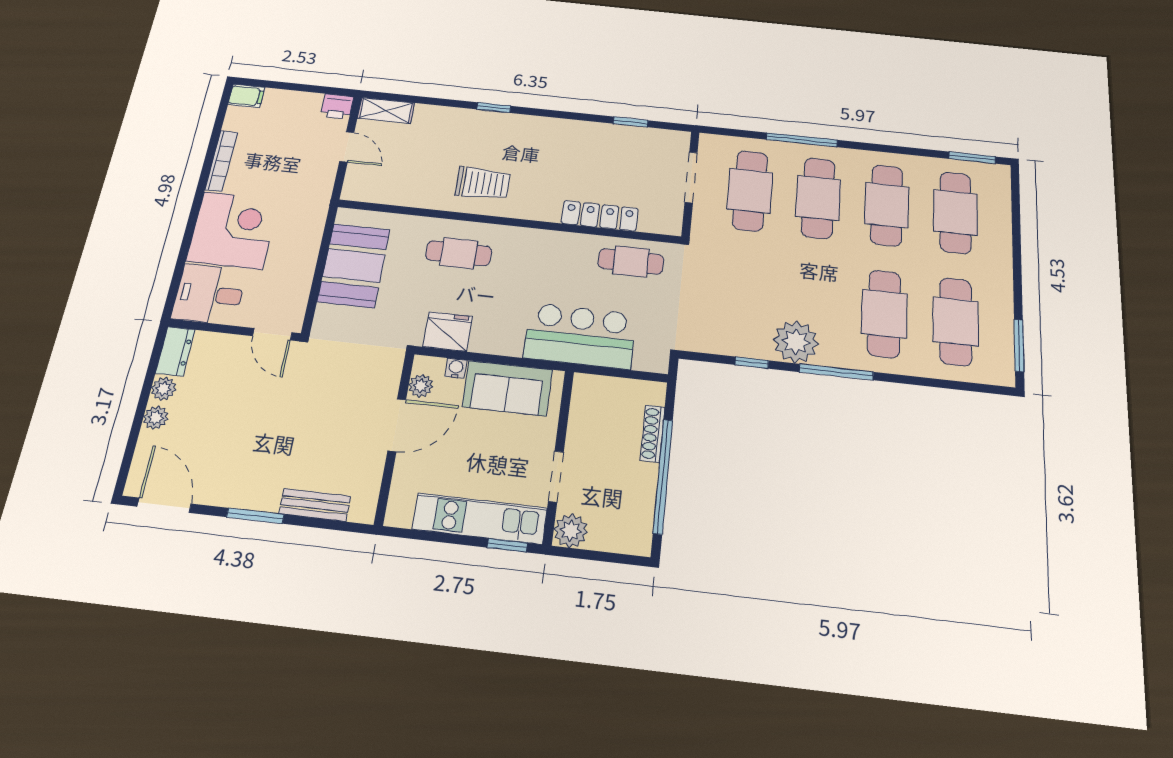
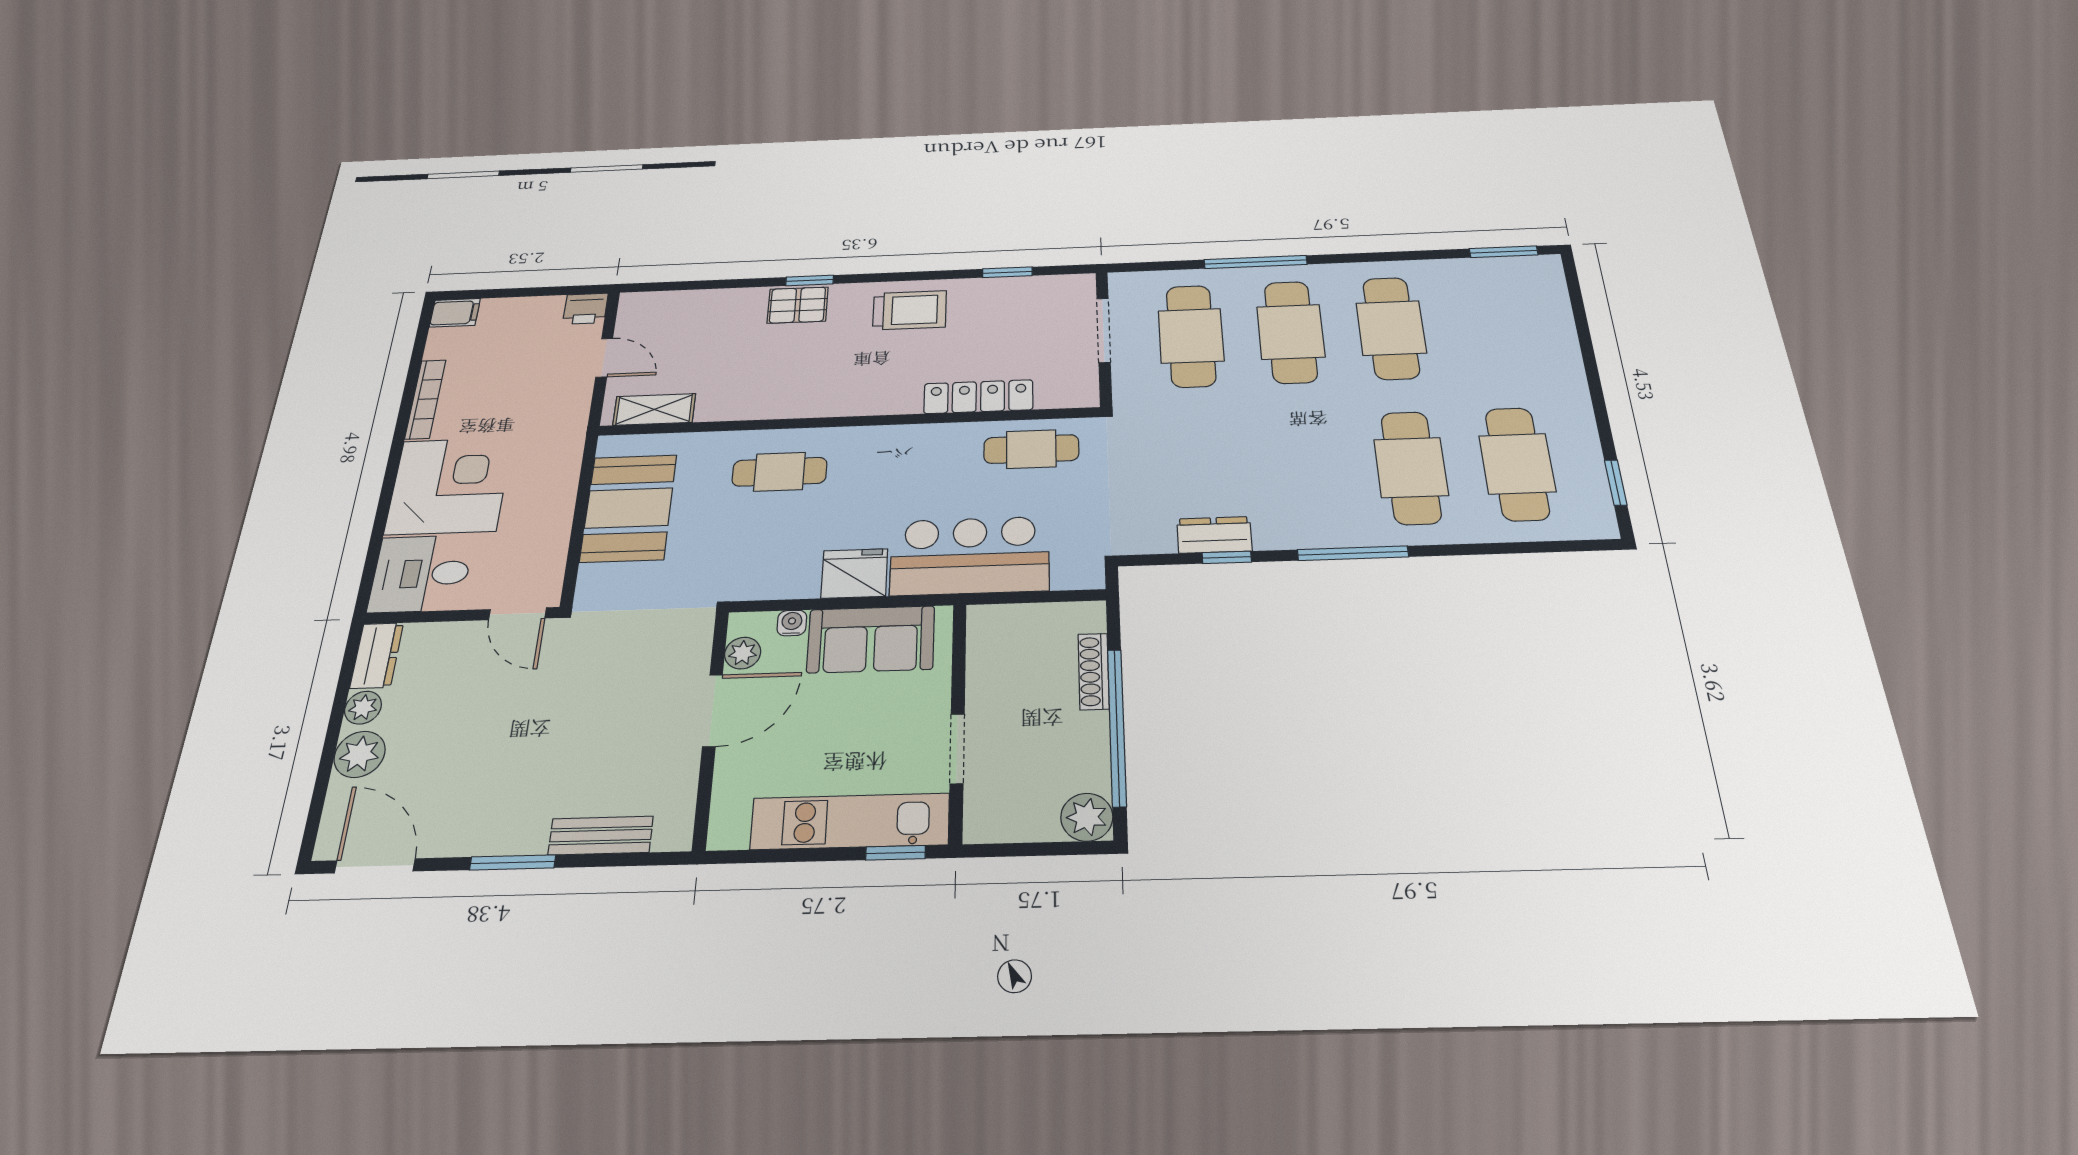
shelving: (386, 110) -> (654, 409), moved
pallet: (484, 126) -> (798, 305), added
trolley: (483, 183) -> (910, 310), moved
cafe table: (955, 213) -> (1492, 324), removed
fridge: (448, 332) -> (854, 573), moved
plant: (796, 342) -> (1287, 521), removed
dresser: (746, 345) -> (1214, 535), added
window: (1019, 345) -> (1616, 483), width x0.67
plant: (156, 418) -> (360, 754), width x1.38, depth x1.38
plant: (571, 531) -> (1087, 817), moved

